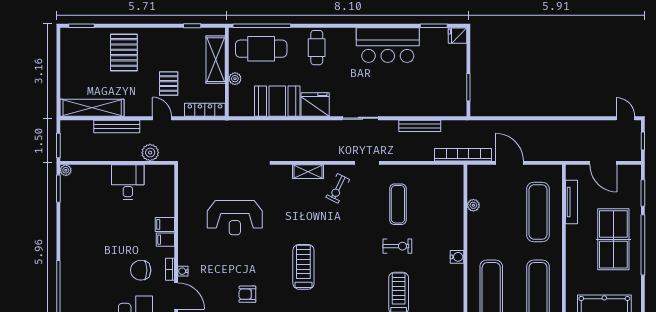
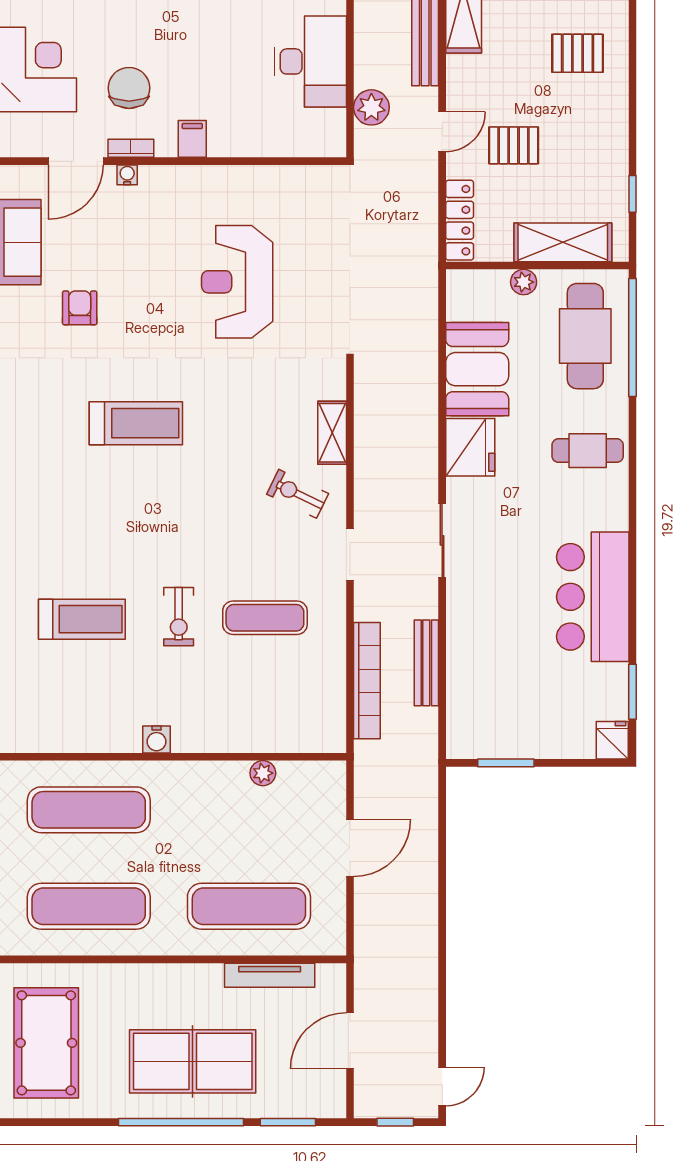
pallet: (124, 52) -> (578, 53), width x0.67, depth x0.71
bookcase: (463, 155) -> (367, 681), moved
desk: (128, 182) -> (310, 61), width x1.37
filing cabinet: (165, 224) -> (223, 138), removed

